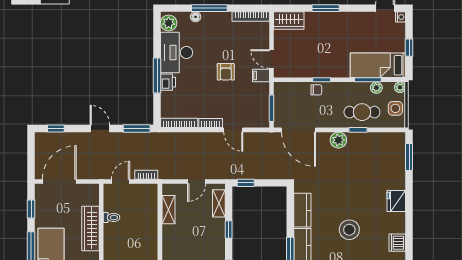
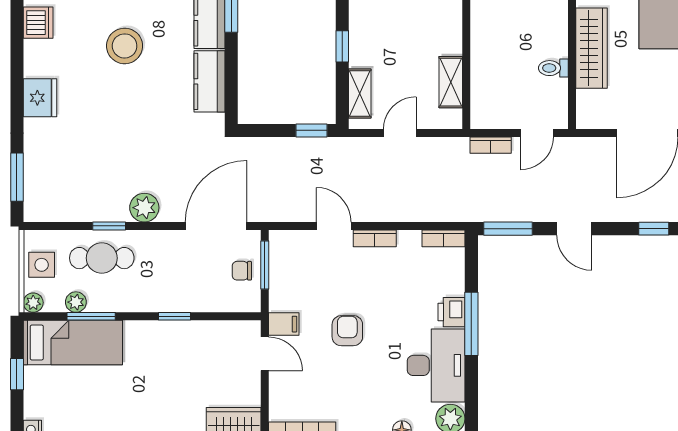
chair: (316, 90) -> (242, 271), moved
bookcase: (179, 123) -> (443, 238), width x0.64
door: (299, 130) -> (216, 226), hinge flipped

